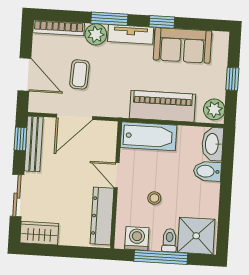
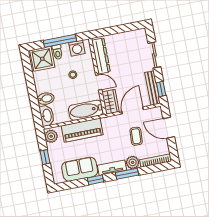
wardrobe: (39, 233) -> (110, 102), moved, turned -90

